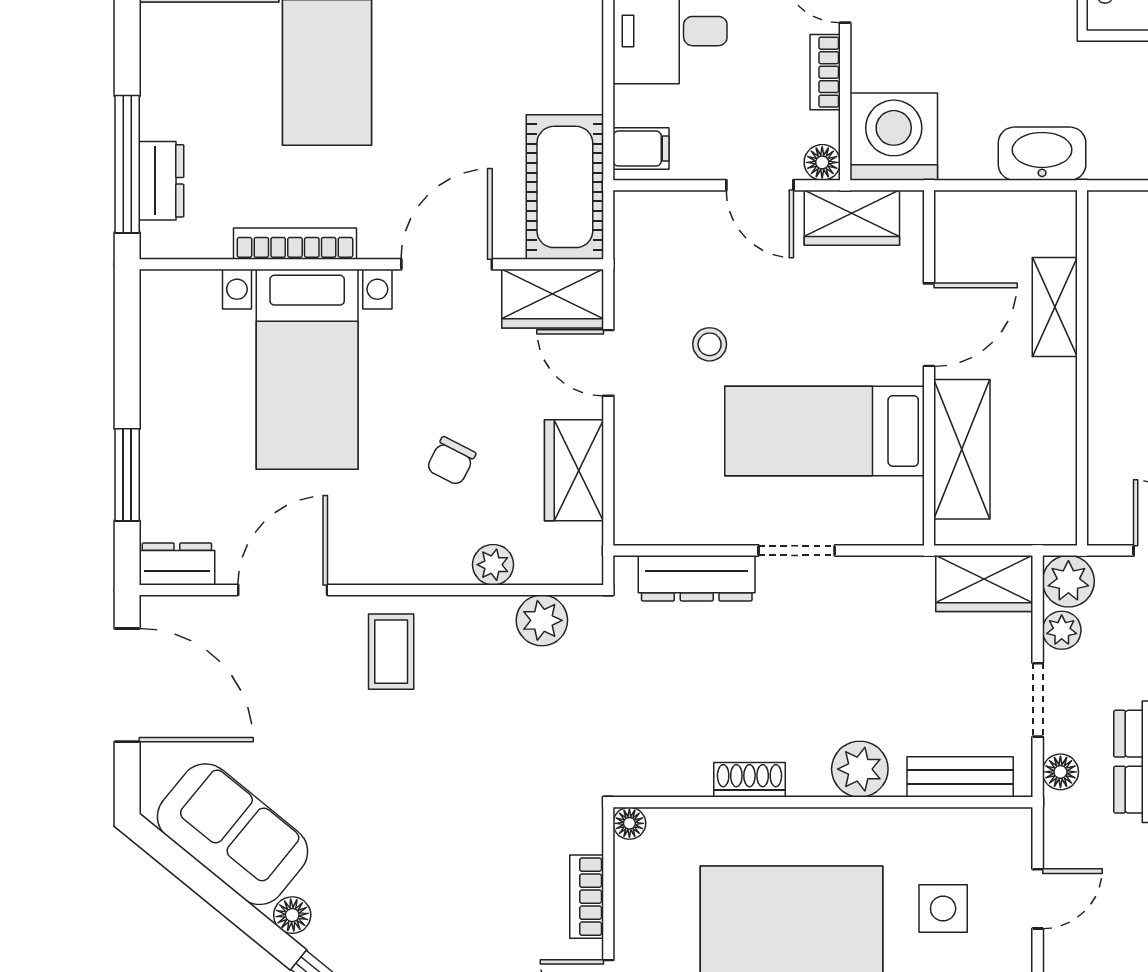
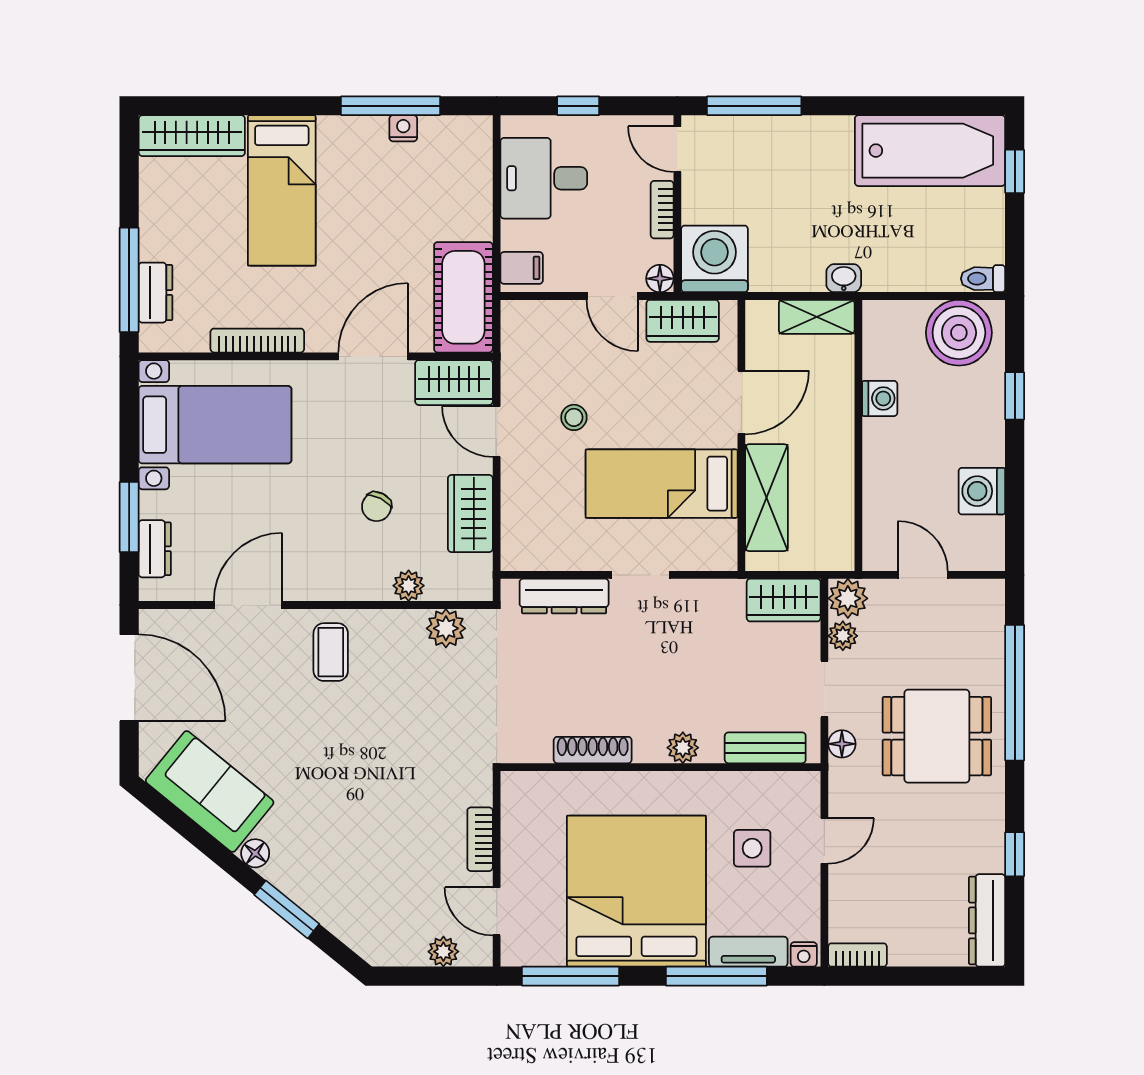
washbasin: (1042, 154) -> (844, 278), width x0.52, depth x0.69
shelving: (1055, 307) -> (817, 317), moved, turned 90
washing machine: (1110, 320) -> (880, 398), added
bed with nightstands: (307, 369) -> (215, 425), moved, turned -90
dresser: (177, 564) -> (155, 549), moved, turned 90
plant: (860, 769) -> (683, 748), width x0.73, depth x0.73
shoe rack: (749, 780) -> (593, 750), width x1.43
floor lamp: (629, 823) -> (513, 783), removed

